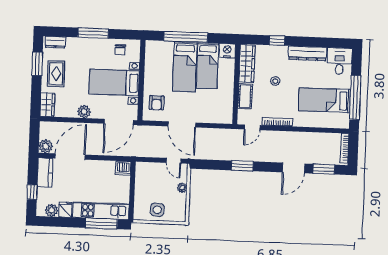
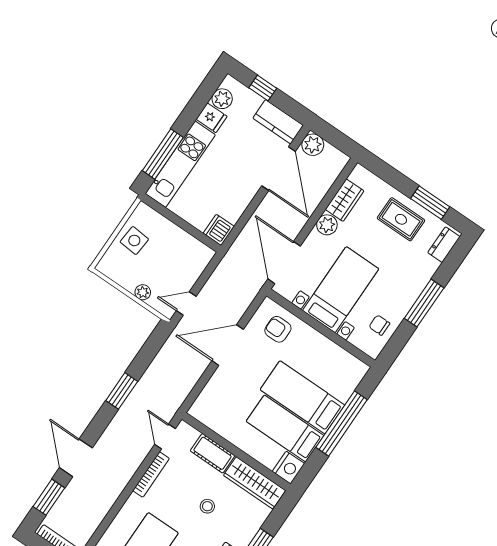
wardrobe: (47, 105) -> (345, 200), moved, turned -90

